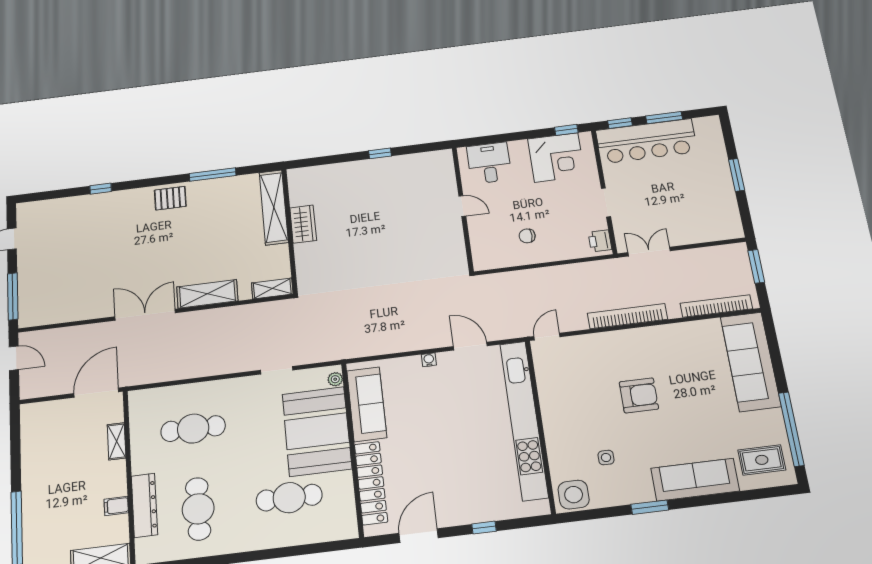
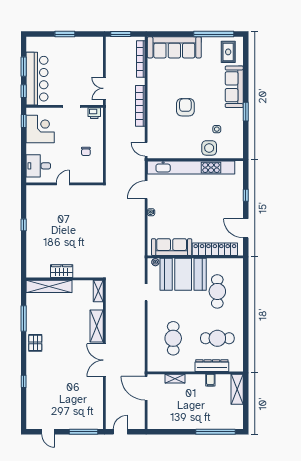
side table: (574, 495) -> (209, 148), moved

